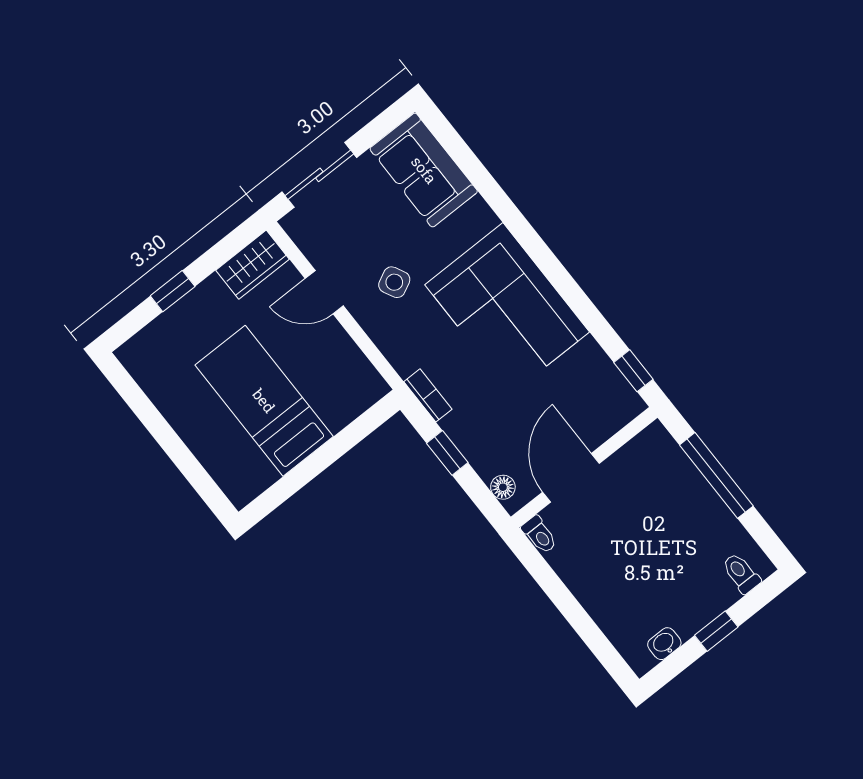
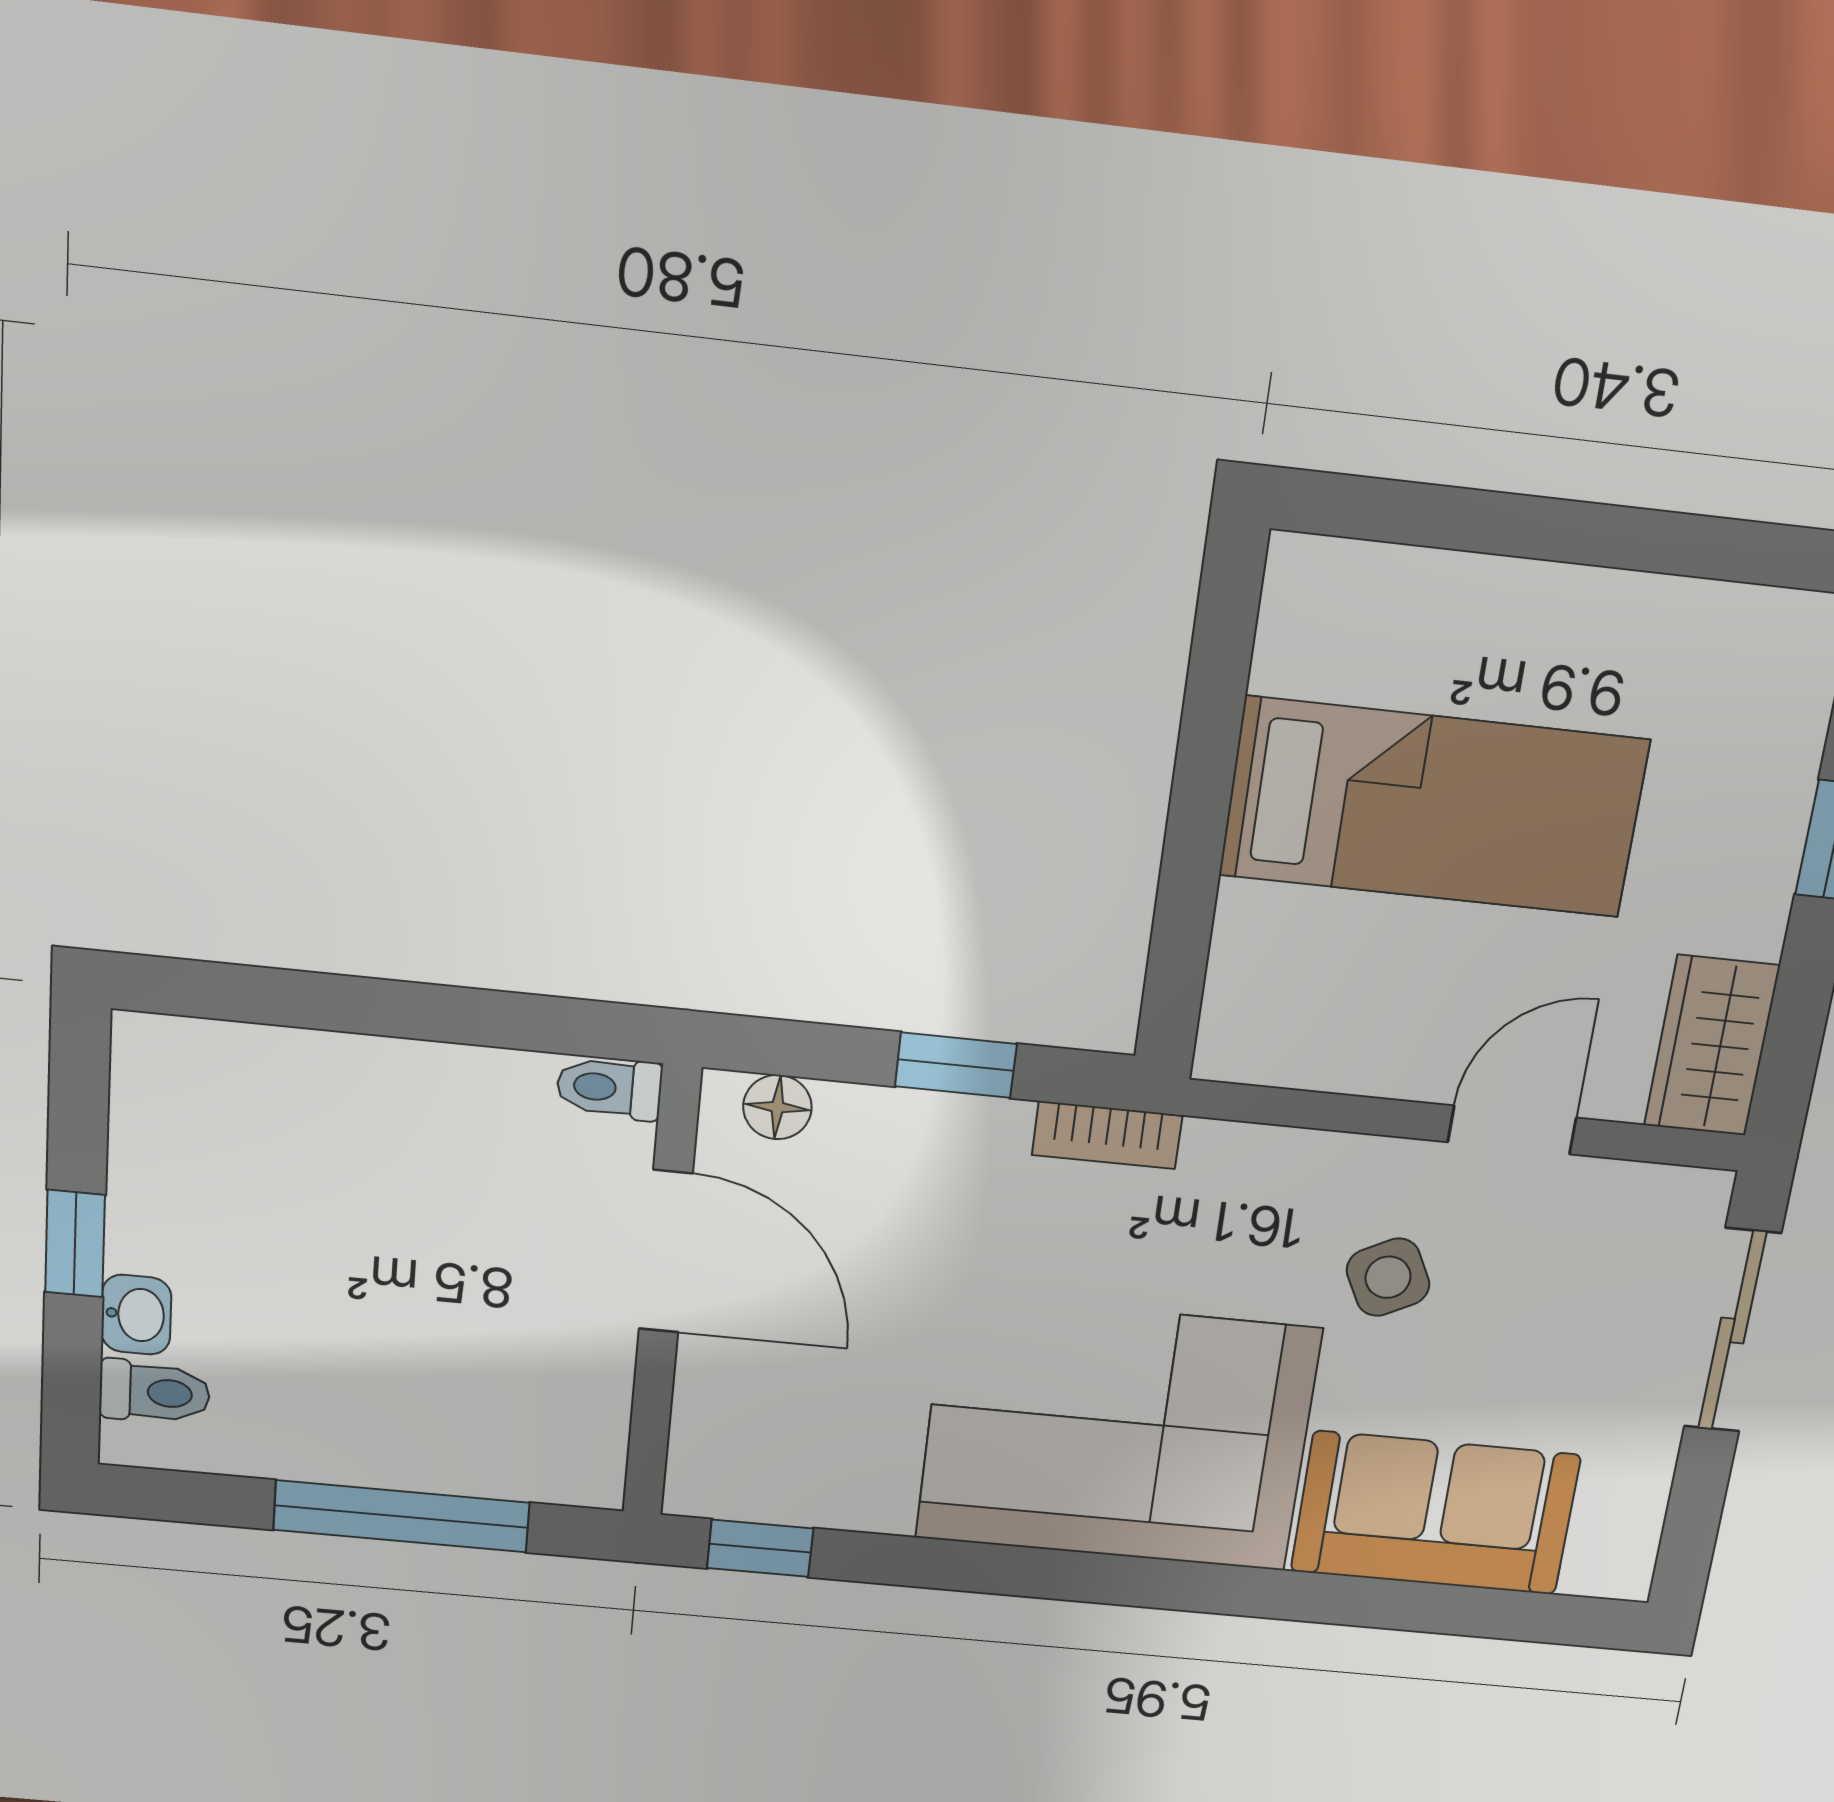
sofa: (424, 170) -> (1435, 1513), moved
washbasin: (664, 644) -> (136, 1315), moved

